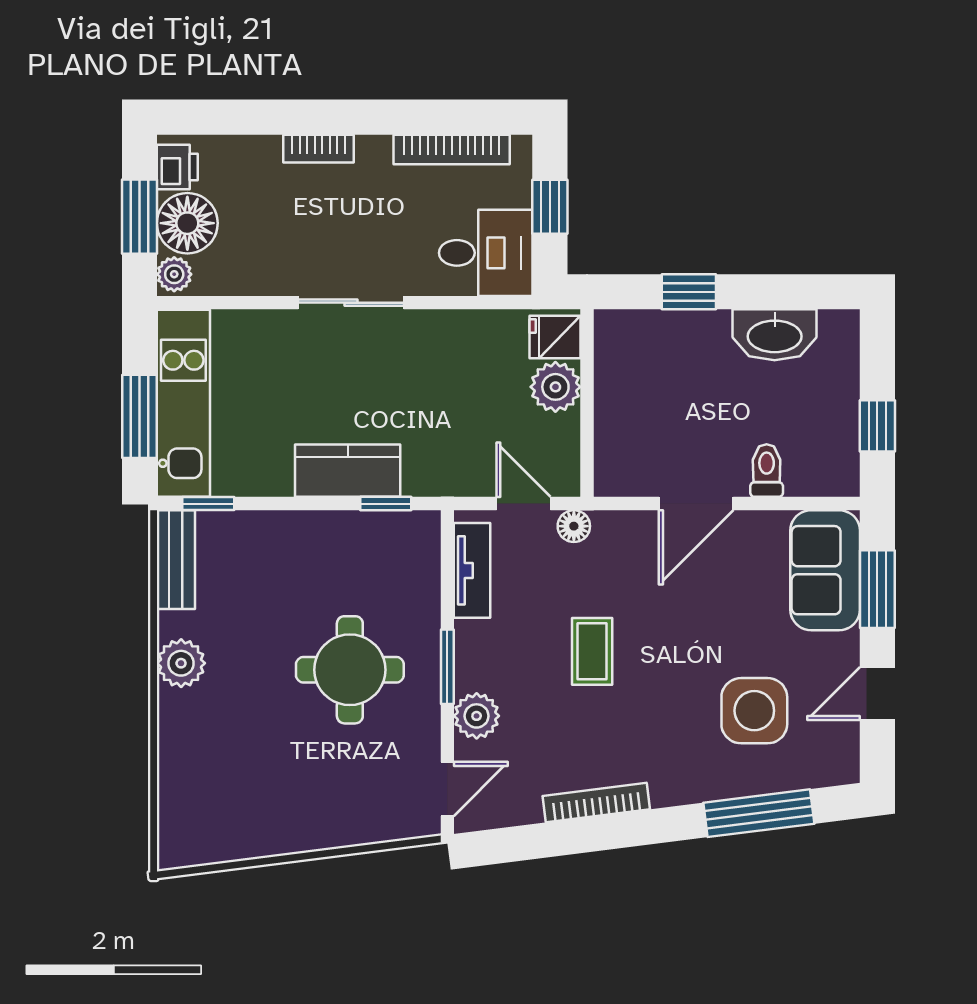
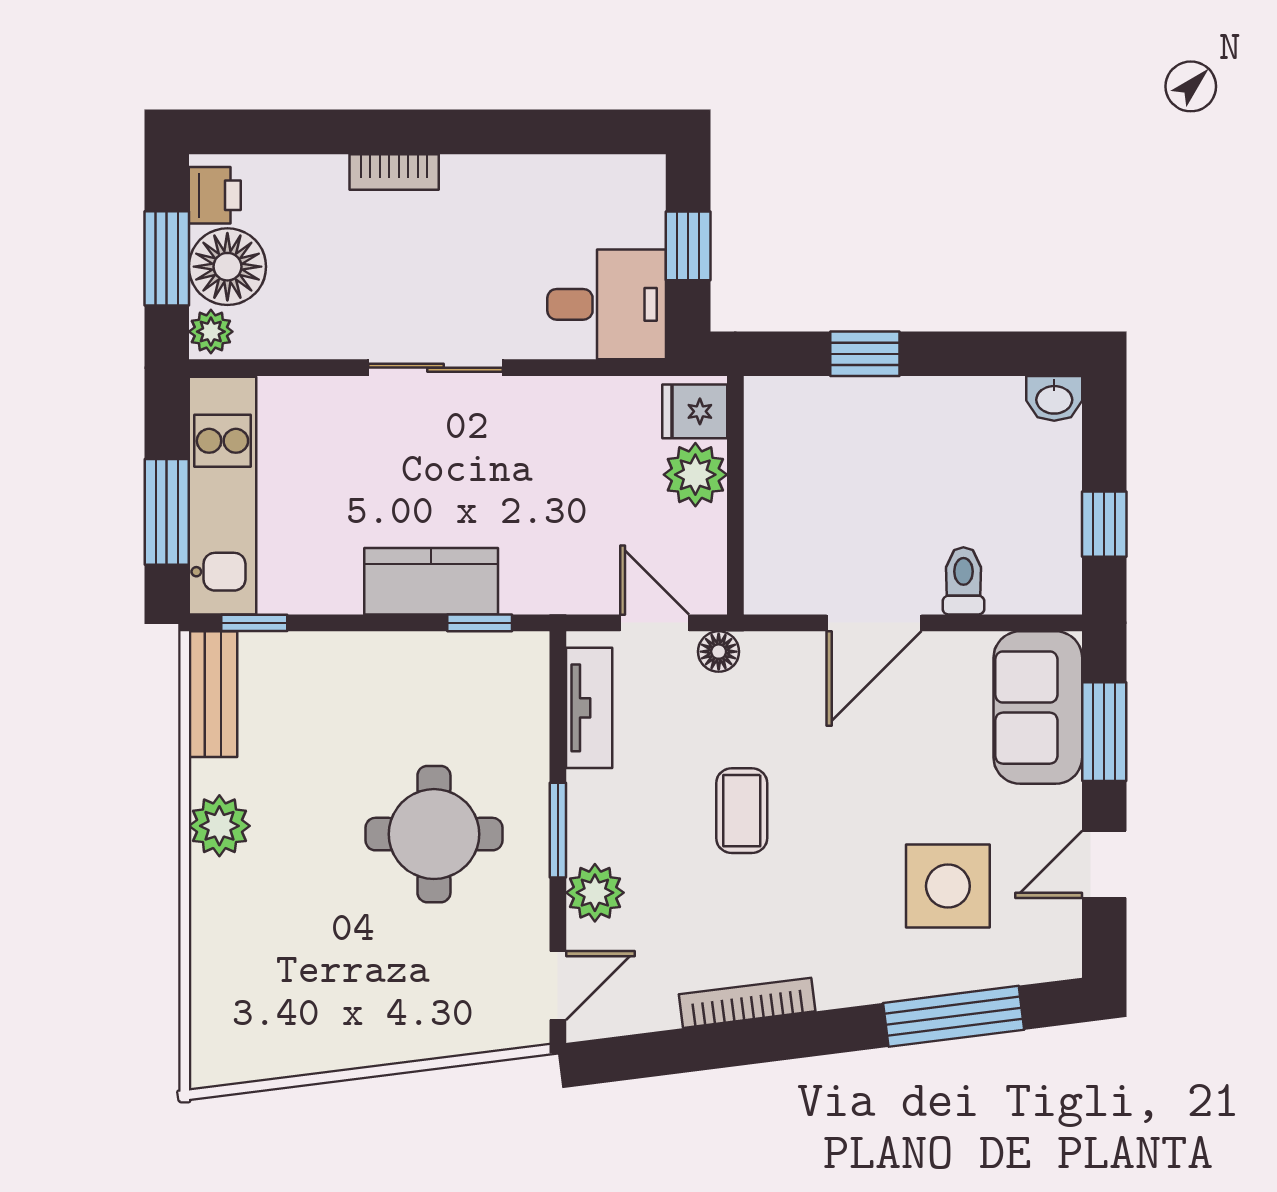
bookcase: (452, 149) -> (563, 173), removed
washbasin: (775, 335) -> (1054, 398), moved, width x0.52, depth x0.69

